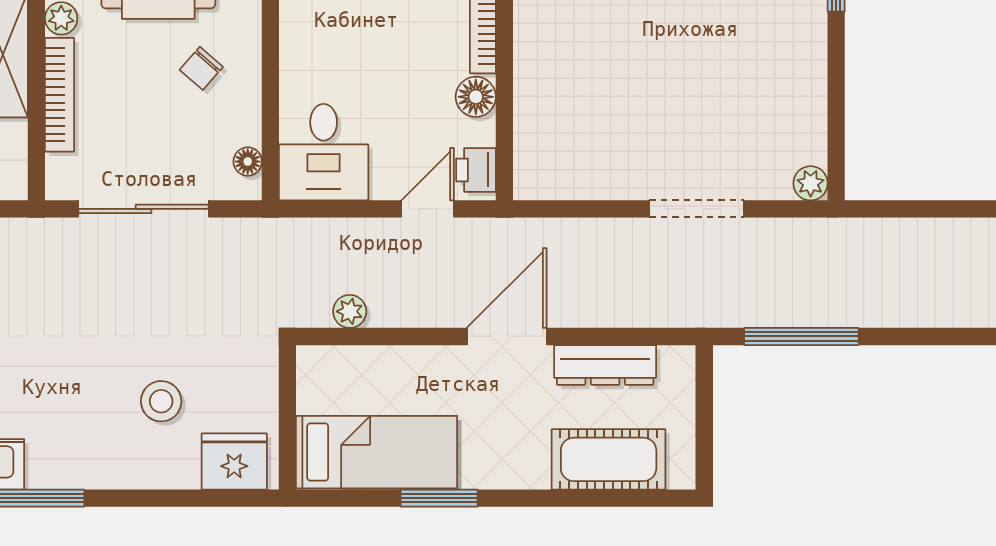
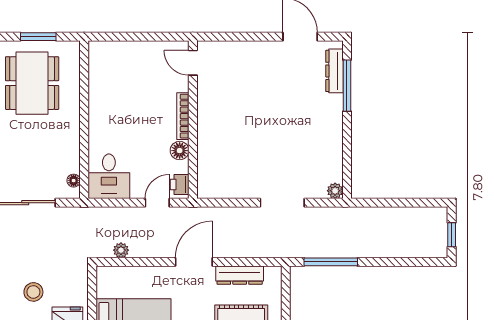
chair: (201, 68) -> (52, 137), removed

